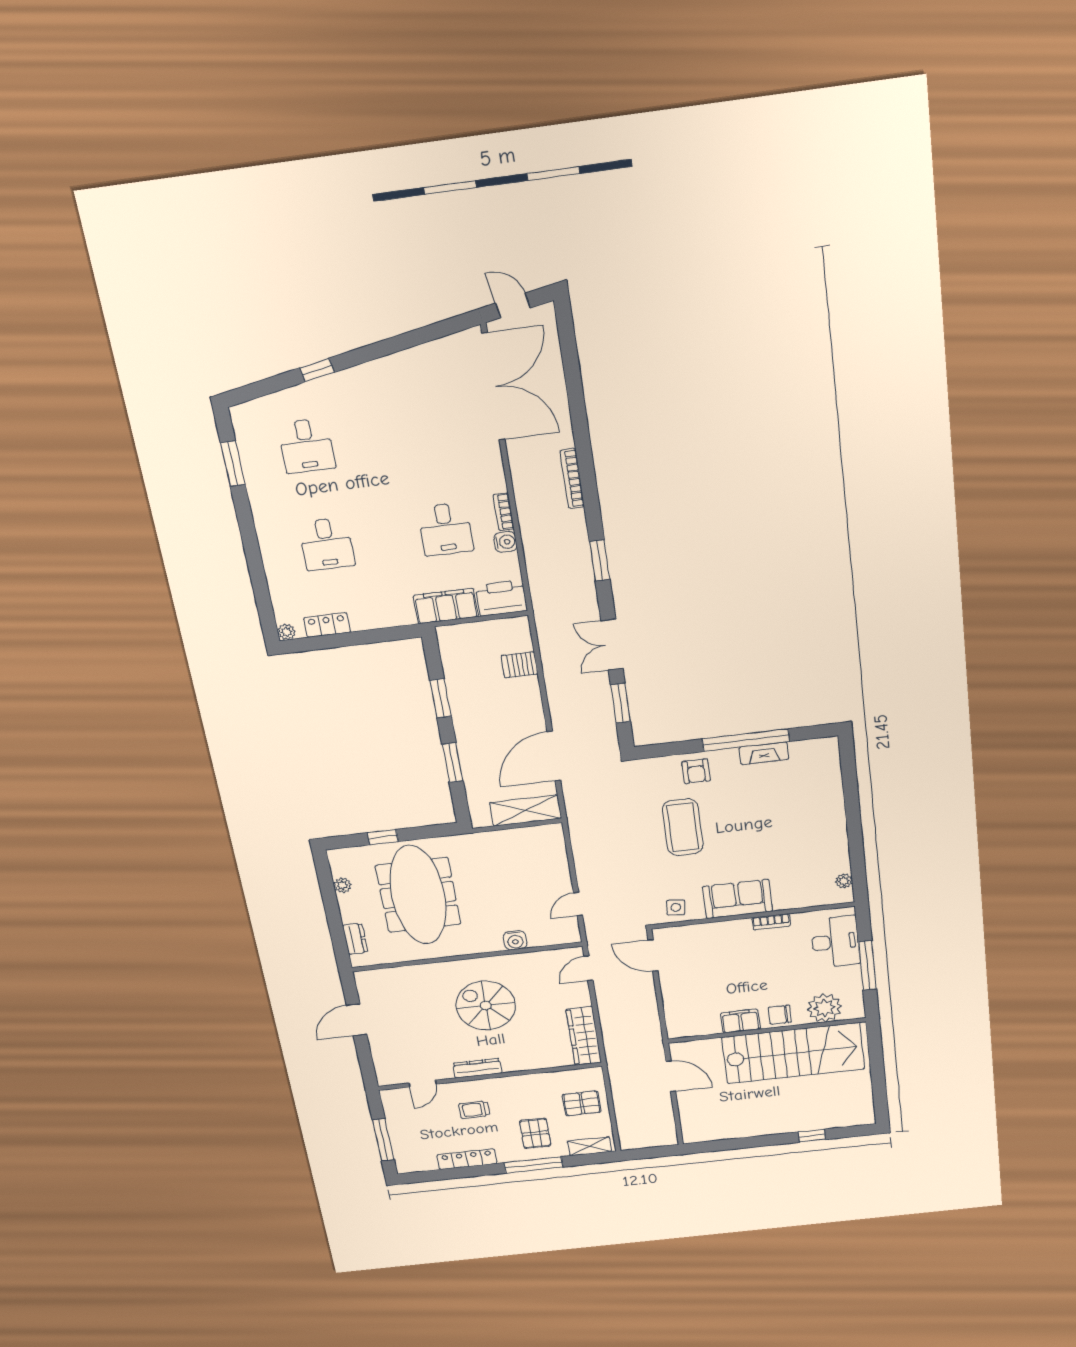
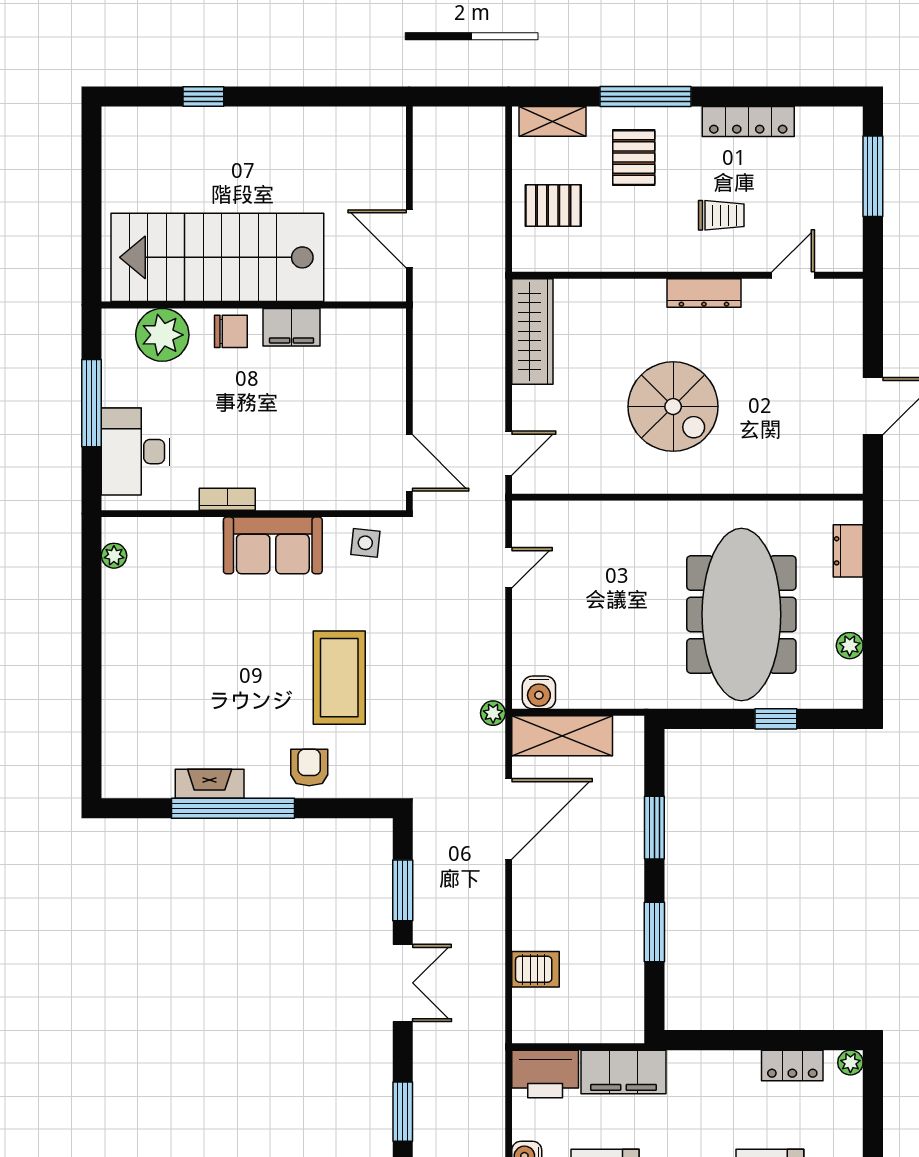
plant: (575, 818) -> (493, 713), added
water cooler: (515, 940) -> (539, 692), moved, turned 180

